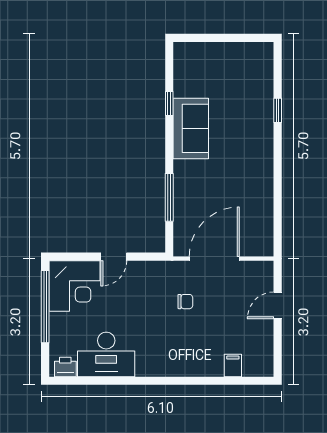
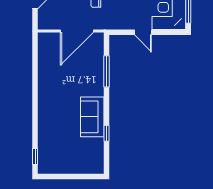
window: (278, 110) -> (35, 156), moved
door: (114, 257) -> (143, 32), swing flipped

